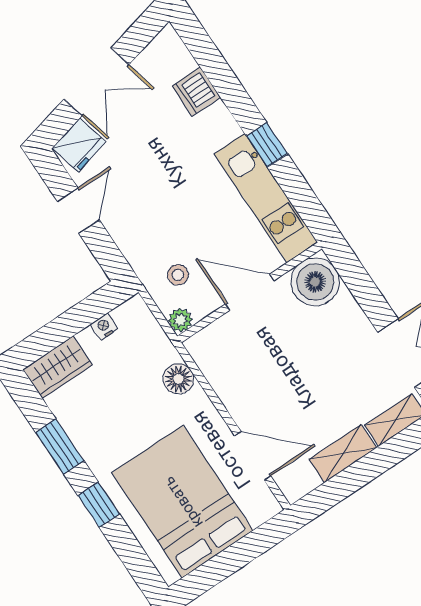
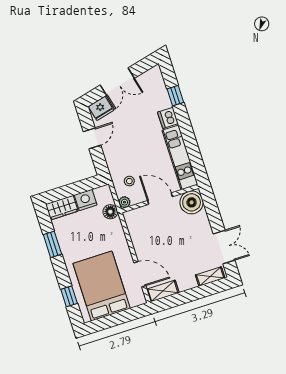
dishwasher: (196, 92) -> (168, 118), moved
window: (267, 145) -> (175, 96), moved
nightstand: (104, 327) -> (86, 200), width x1.89, depth x1.79
floor lamp: (178, 379) -> (110, 212), moved
shelving: (343, 454) -> (163, 291), moved
window: (99, 505) -> (69, 296), moved

